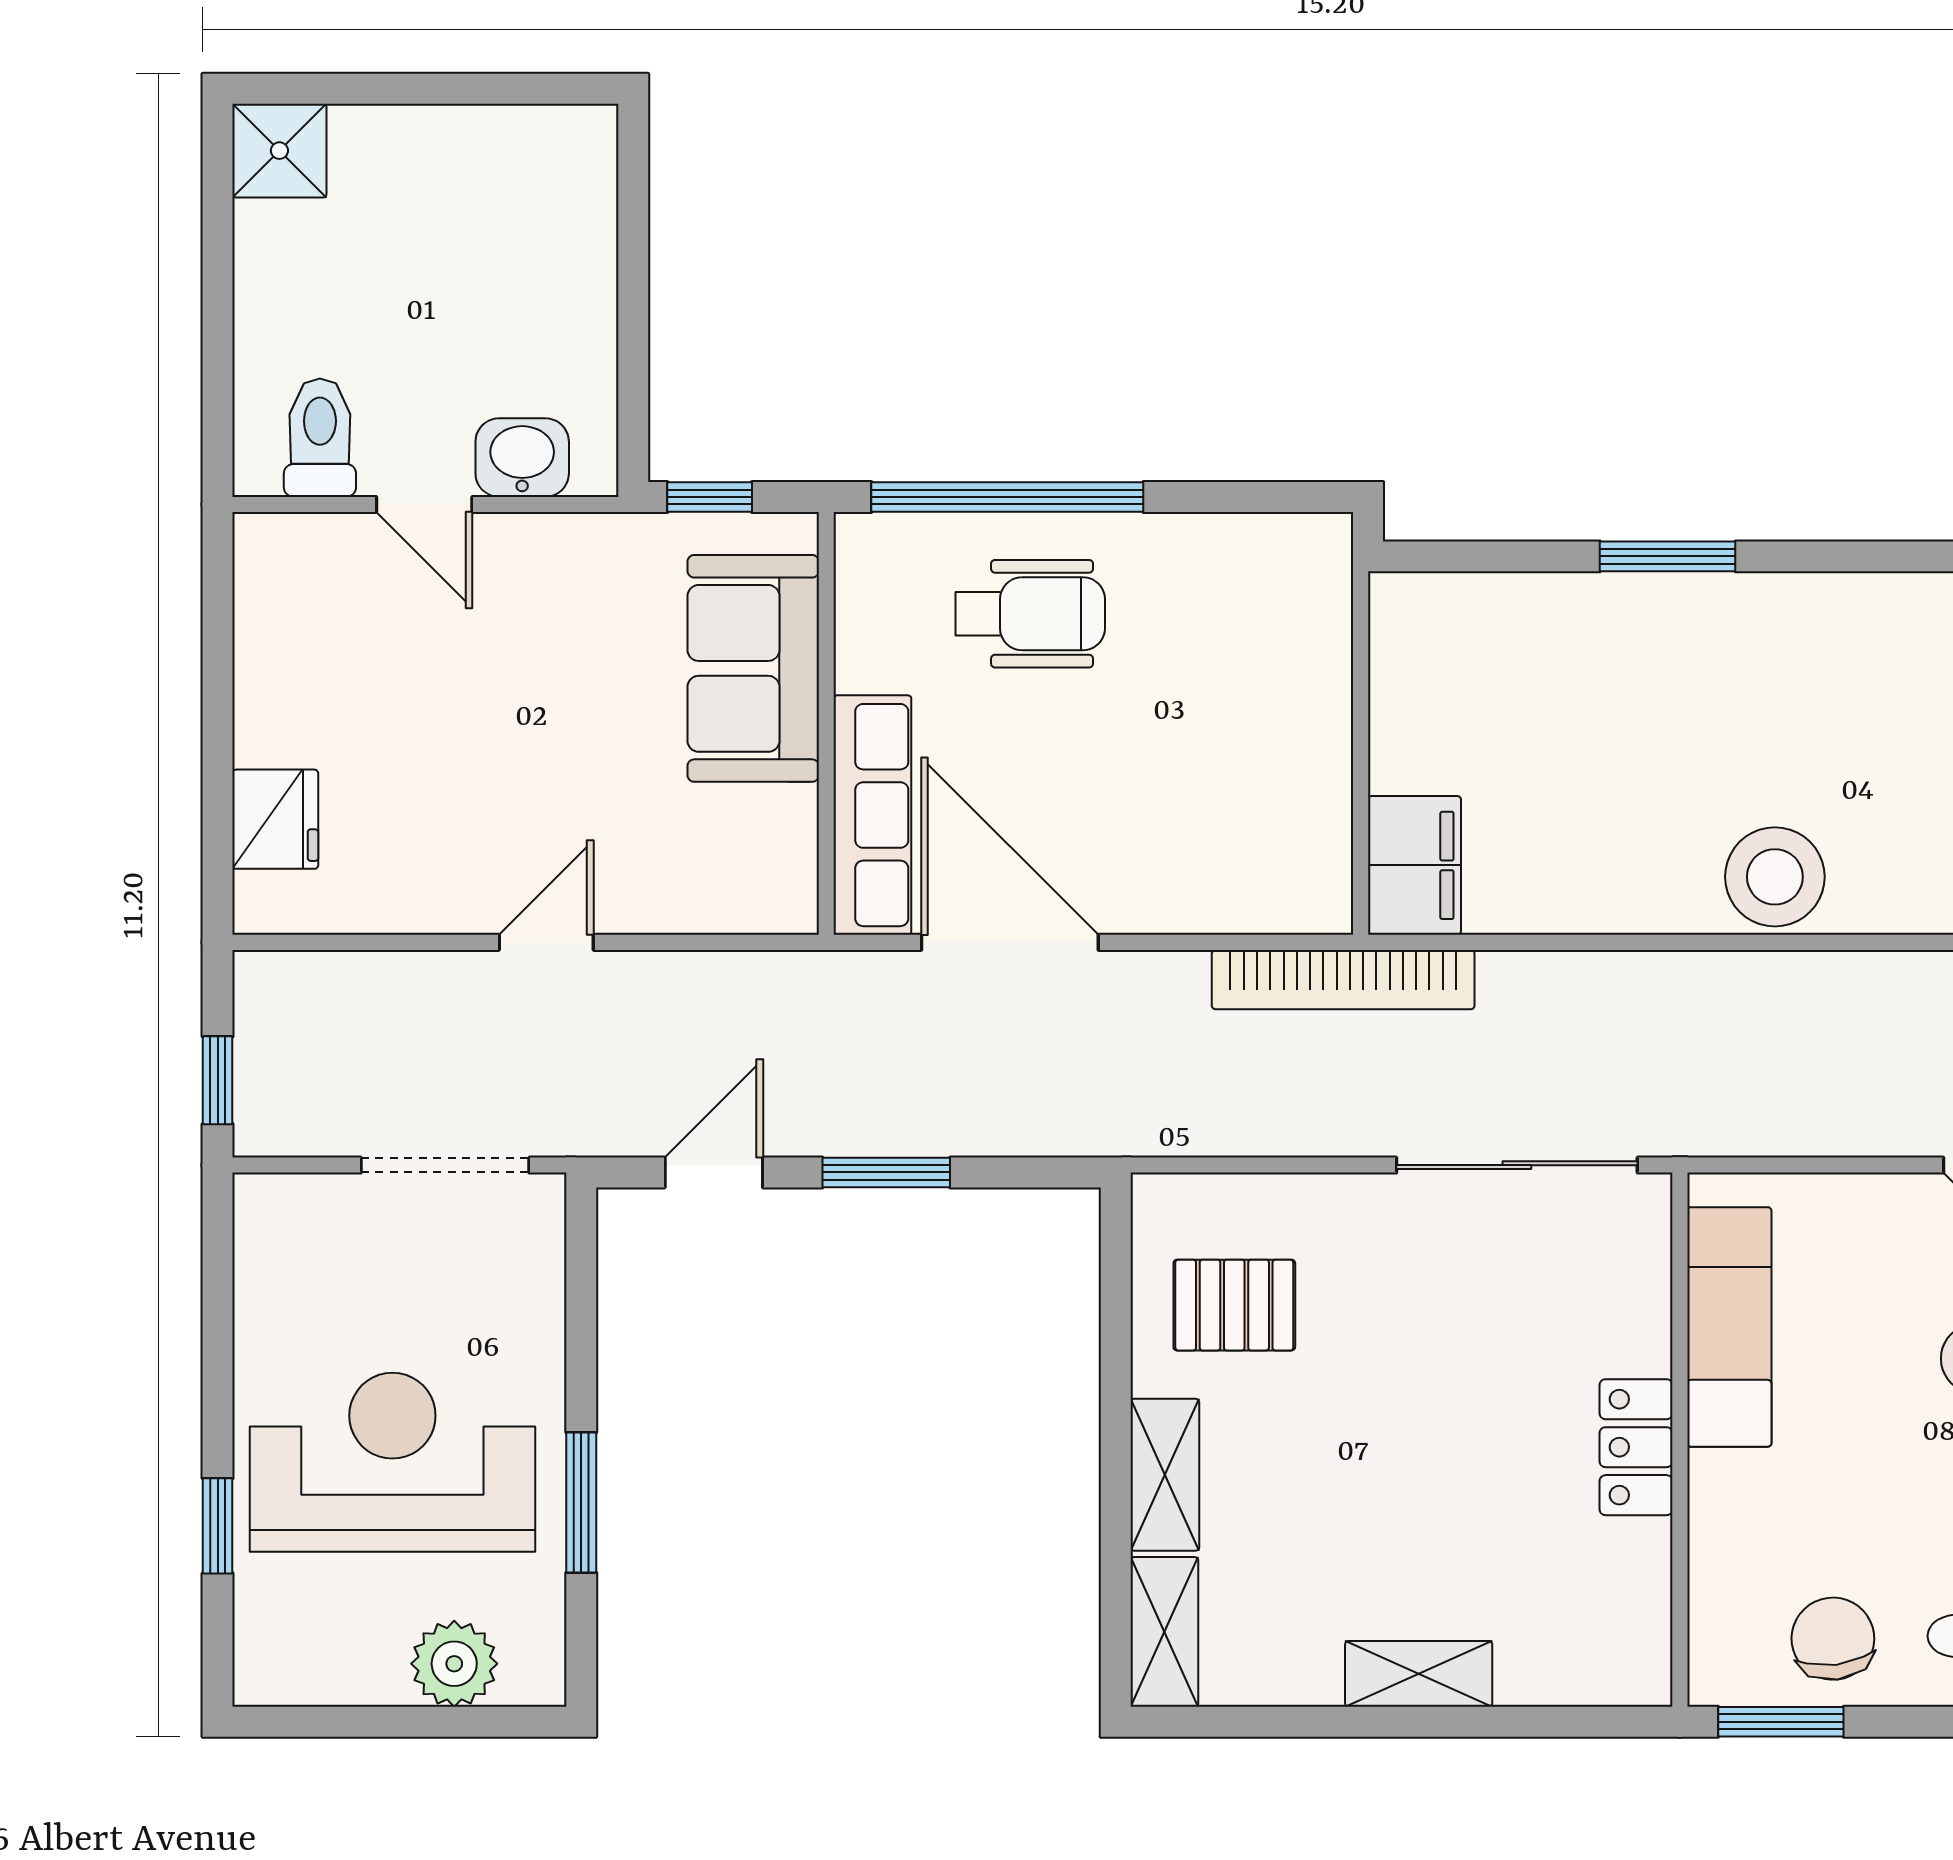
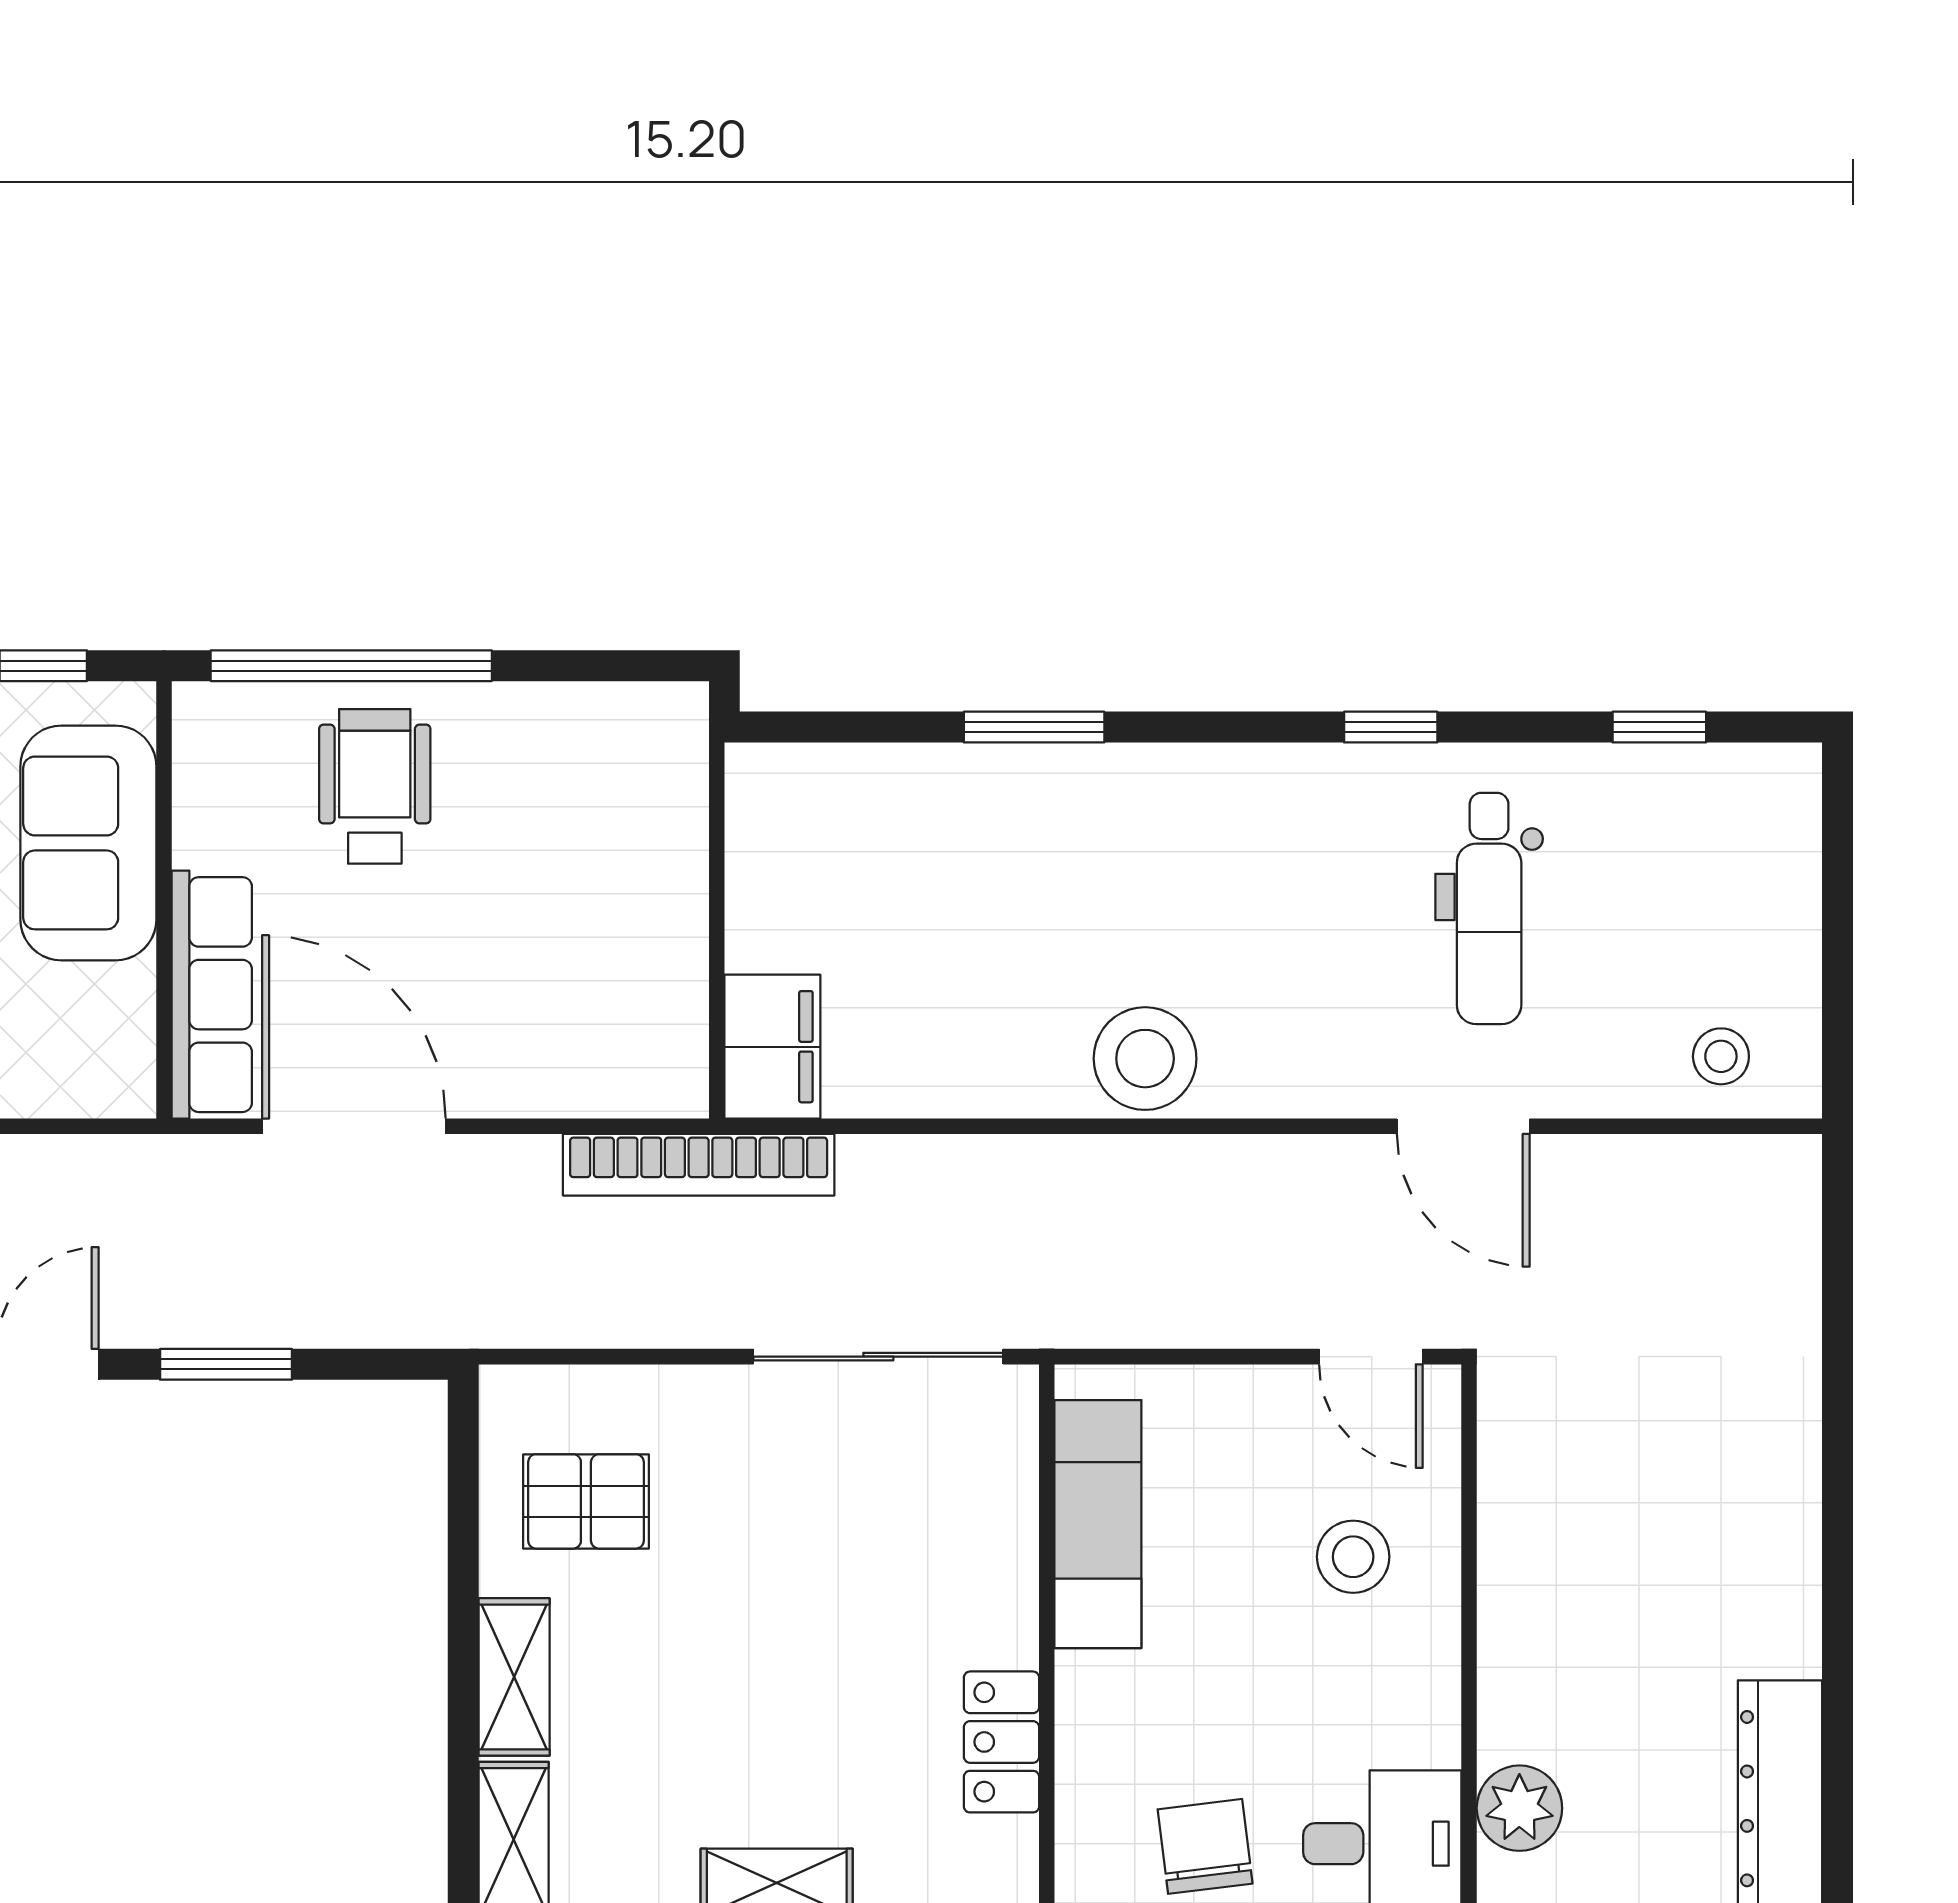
wheelchair: (1030, 614) -> (375, 786), turned -90
locker: (1636, 1447) -> (1002, 1742), moved

